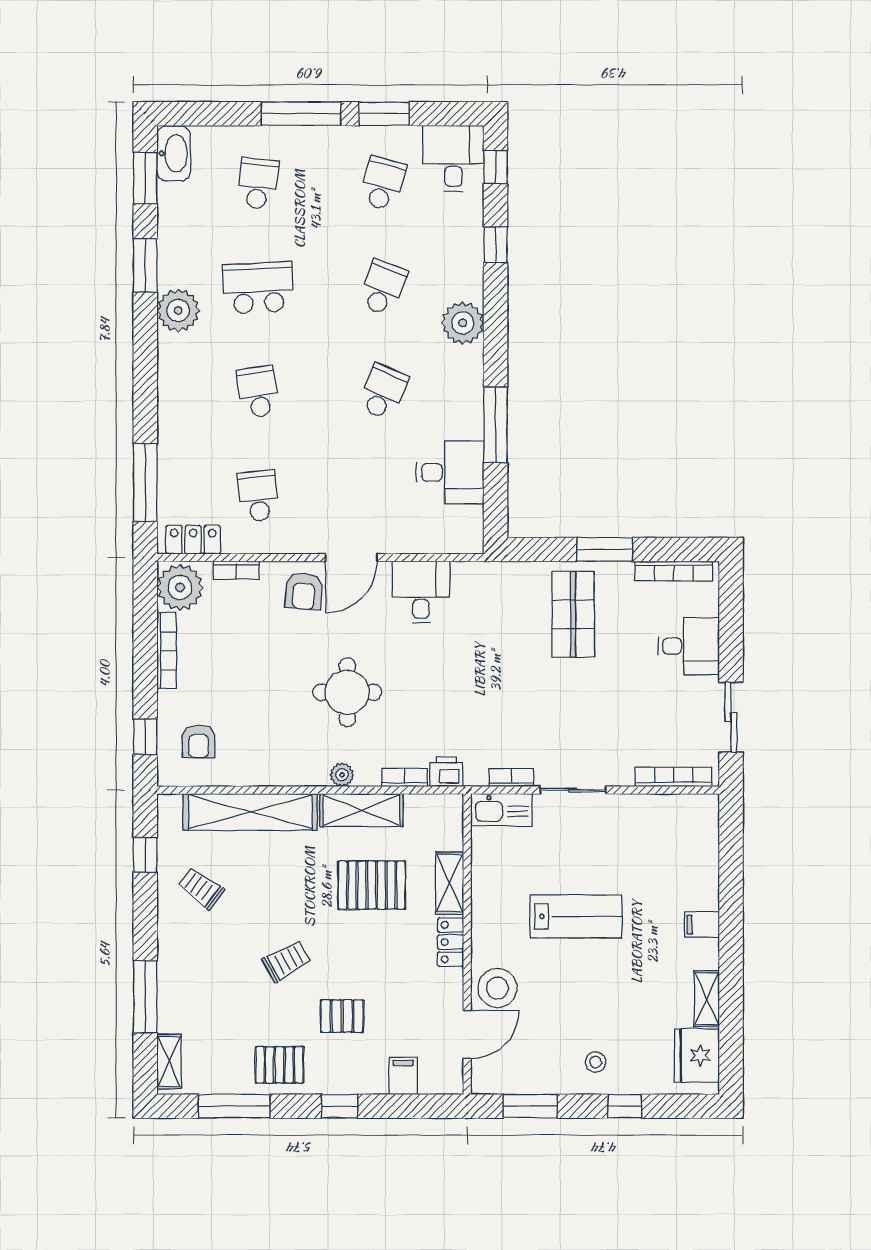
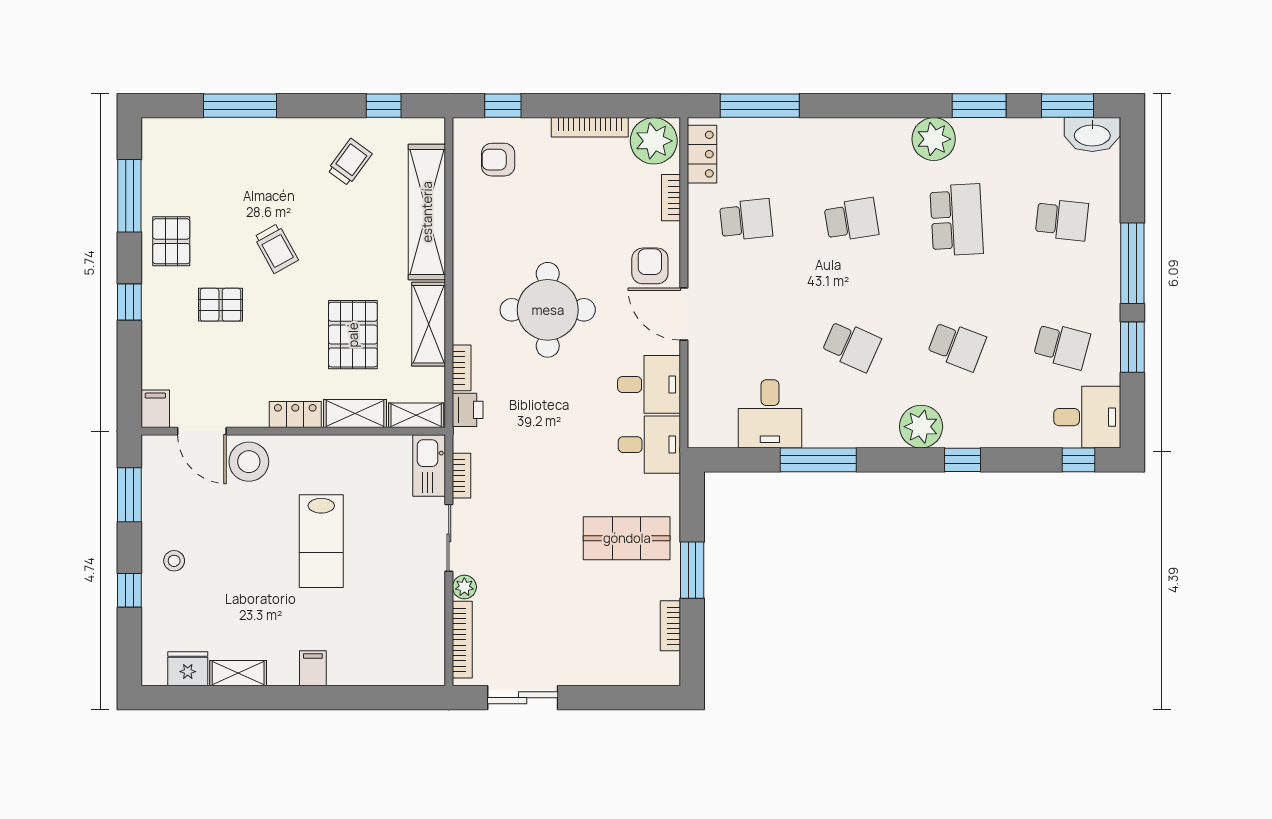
window: (496, 245) -> (962, 460), moved
bookcase: (674, 571) -> (670, 626), width x0.64
armchair: (304, 591) -> (650, 266), turned 86
desk: (689, 646) -> (649, 445), moved, turned -90
round table: (347, 692) -> (548, 310), width x1.36, depth x1.36
plant: (342, 775) -> (464, 587), moved
pallet: (342, 1016) -> (221, 305), turned 90
fridge: (697, 1056) -> (188, 669), width x0.73, depth x0.75
shelving: (169, 1061) -> (416, 415), moved
filing cabinet: (403, 1076) -> (155, 409), moved, turned -90

